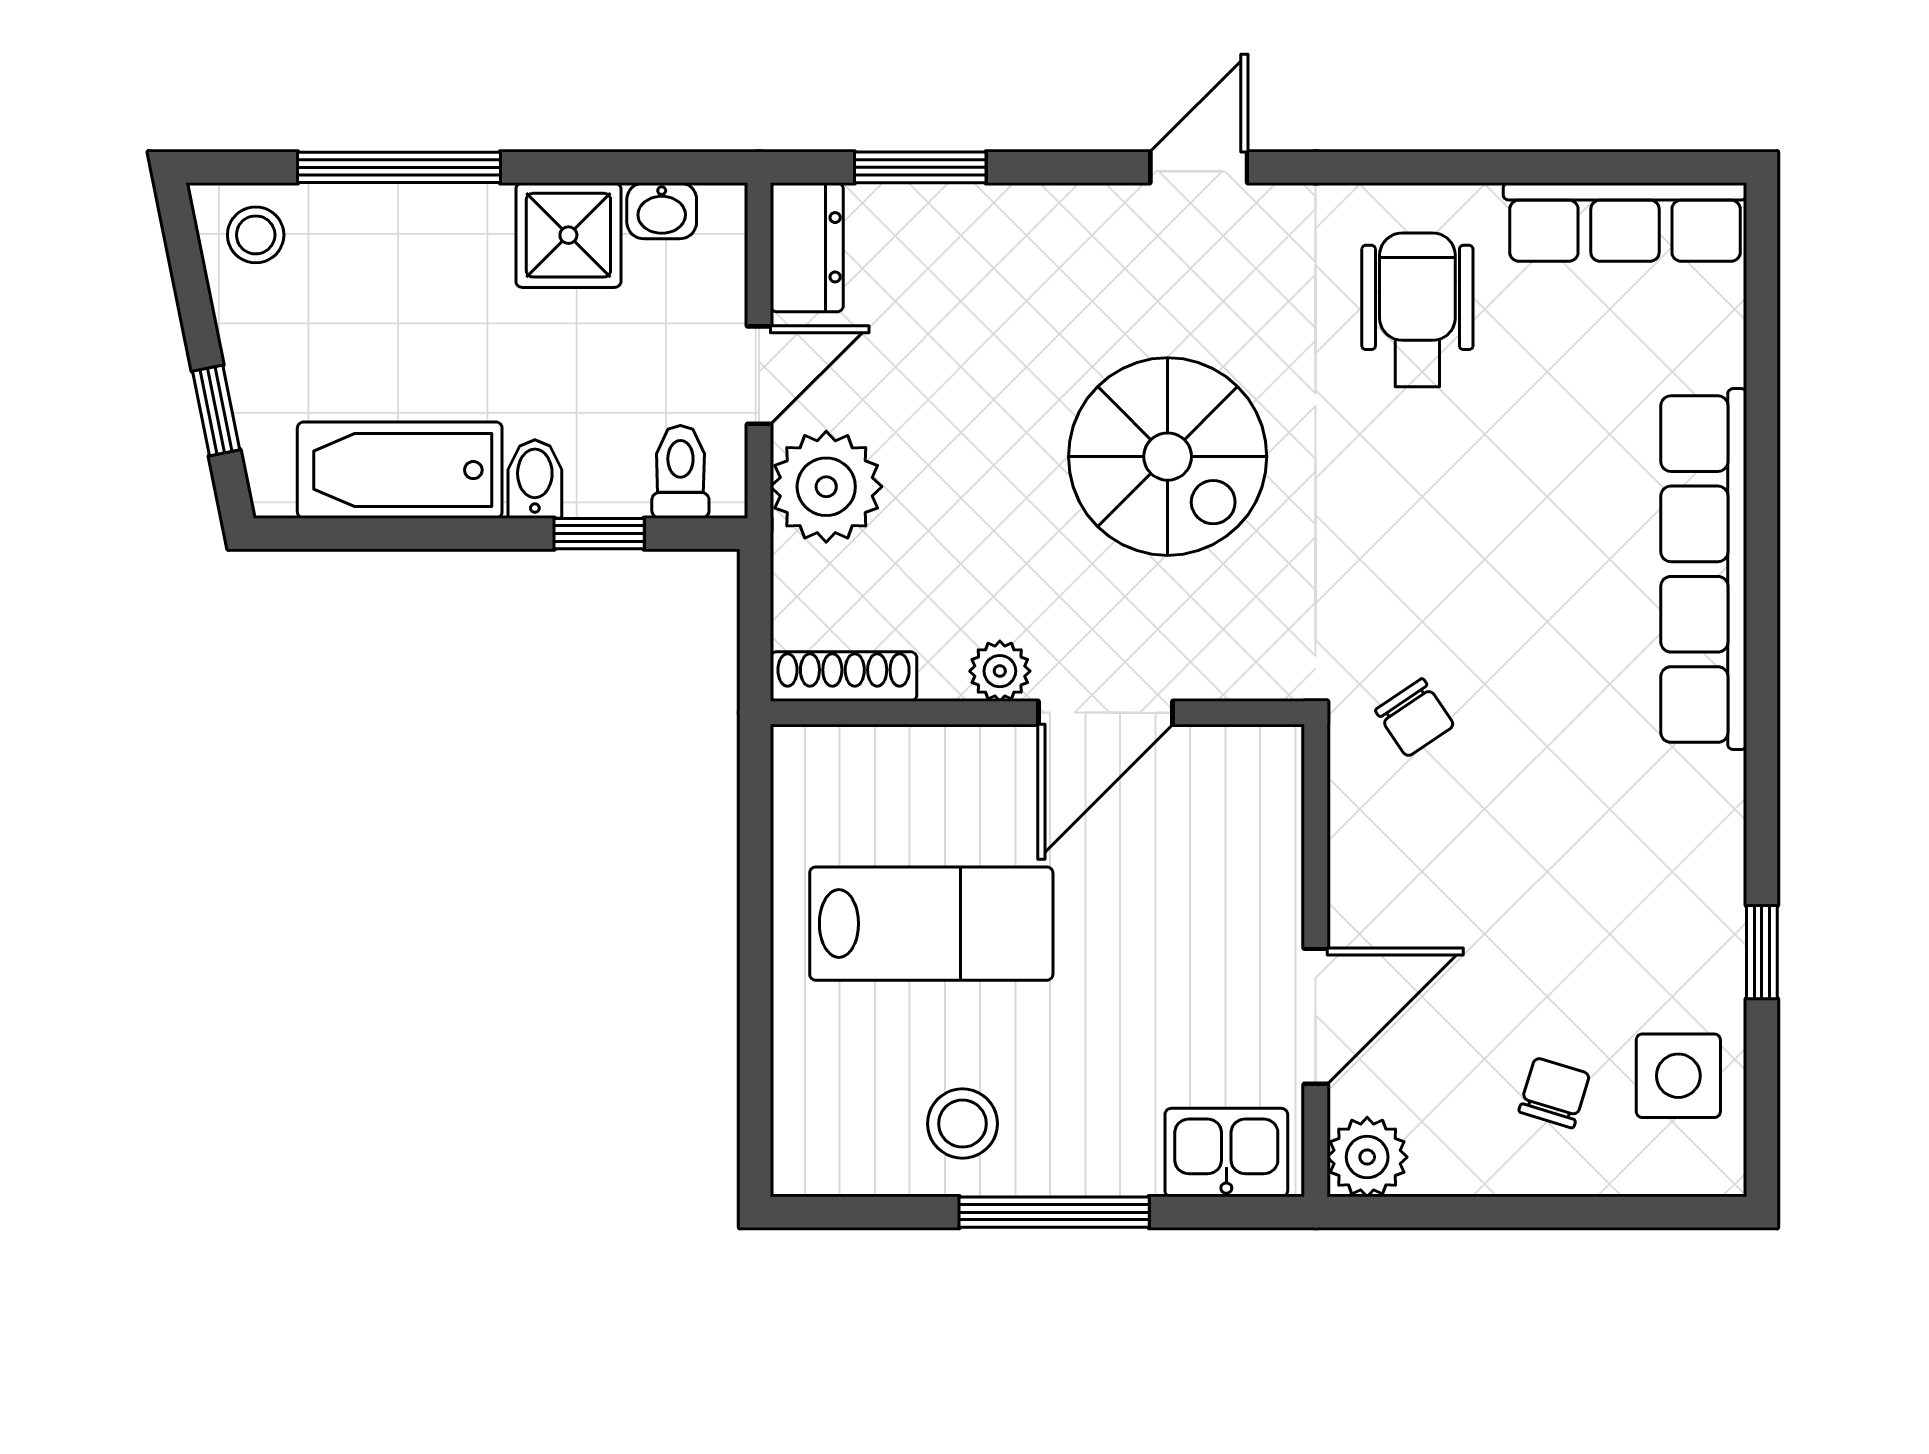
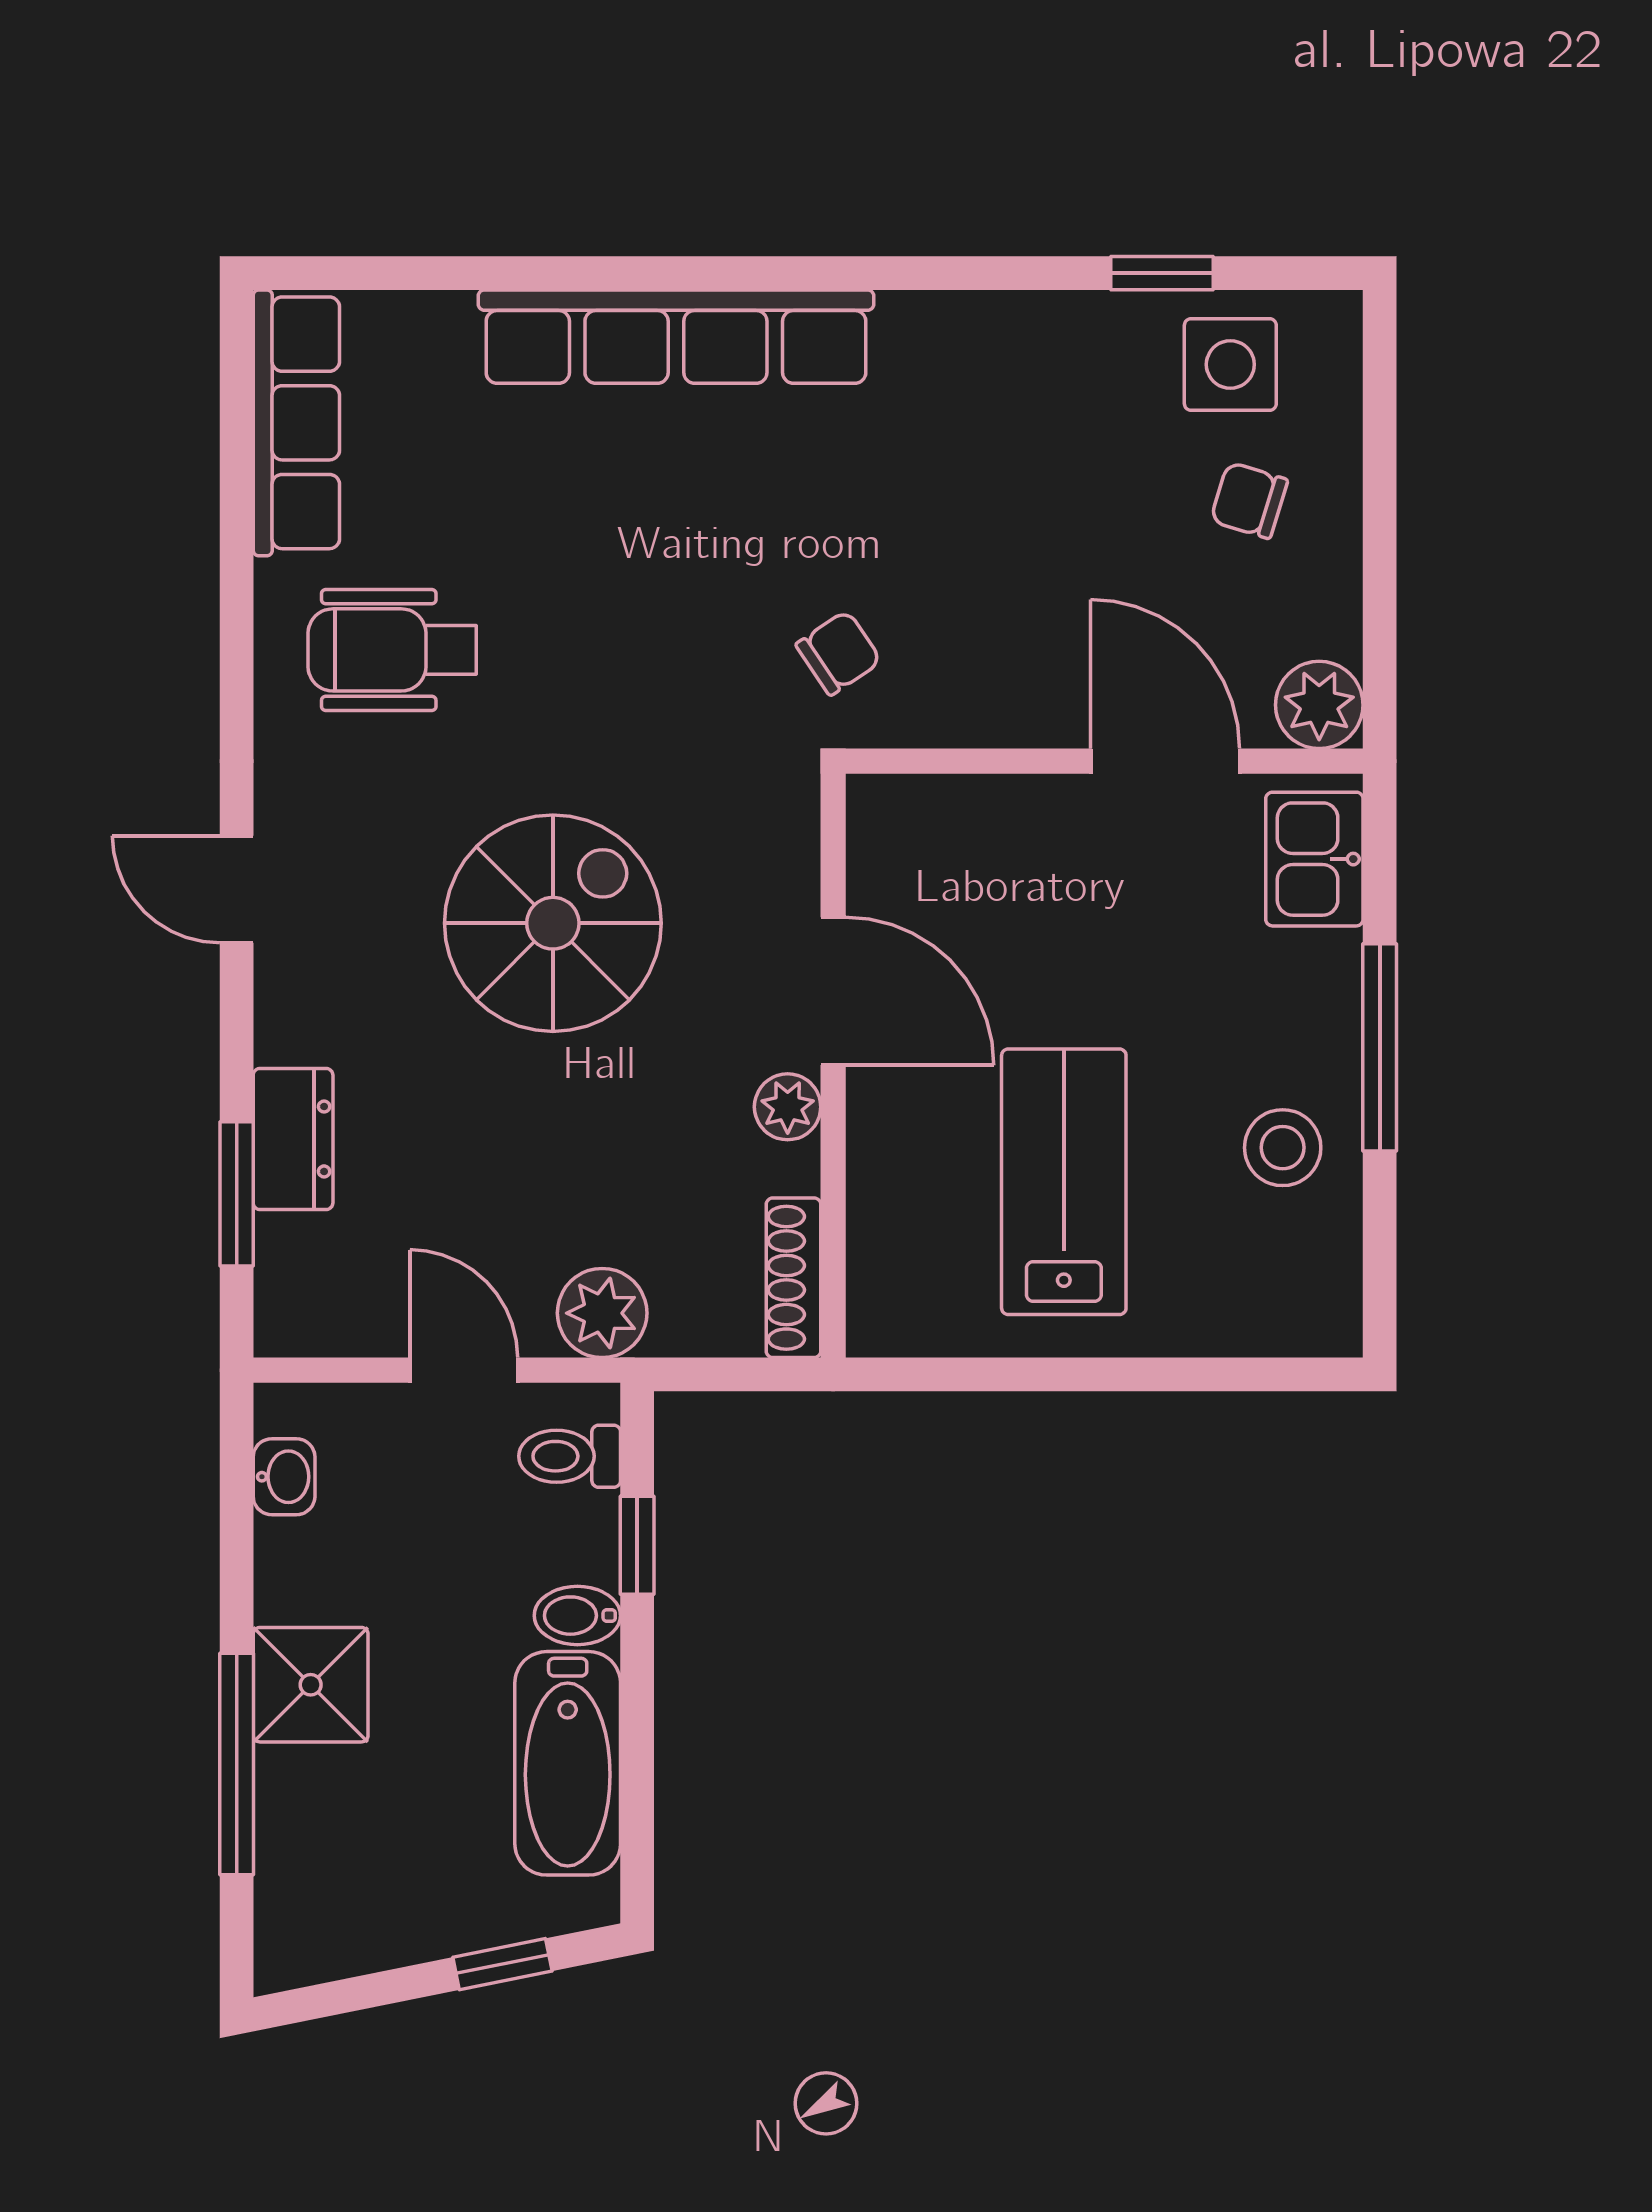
stool: (256, 235) -> (310, 1921), removed
shower: (568, 235) -> (311, 1685), moved
dresser: (807, 247) -> (293, 1139), moved, turned 90
plant: (826, 487) -> (602, 1313), width x0.73, depth x0.73
window: (1762, 952) -> (1162, 273), moved

